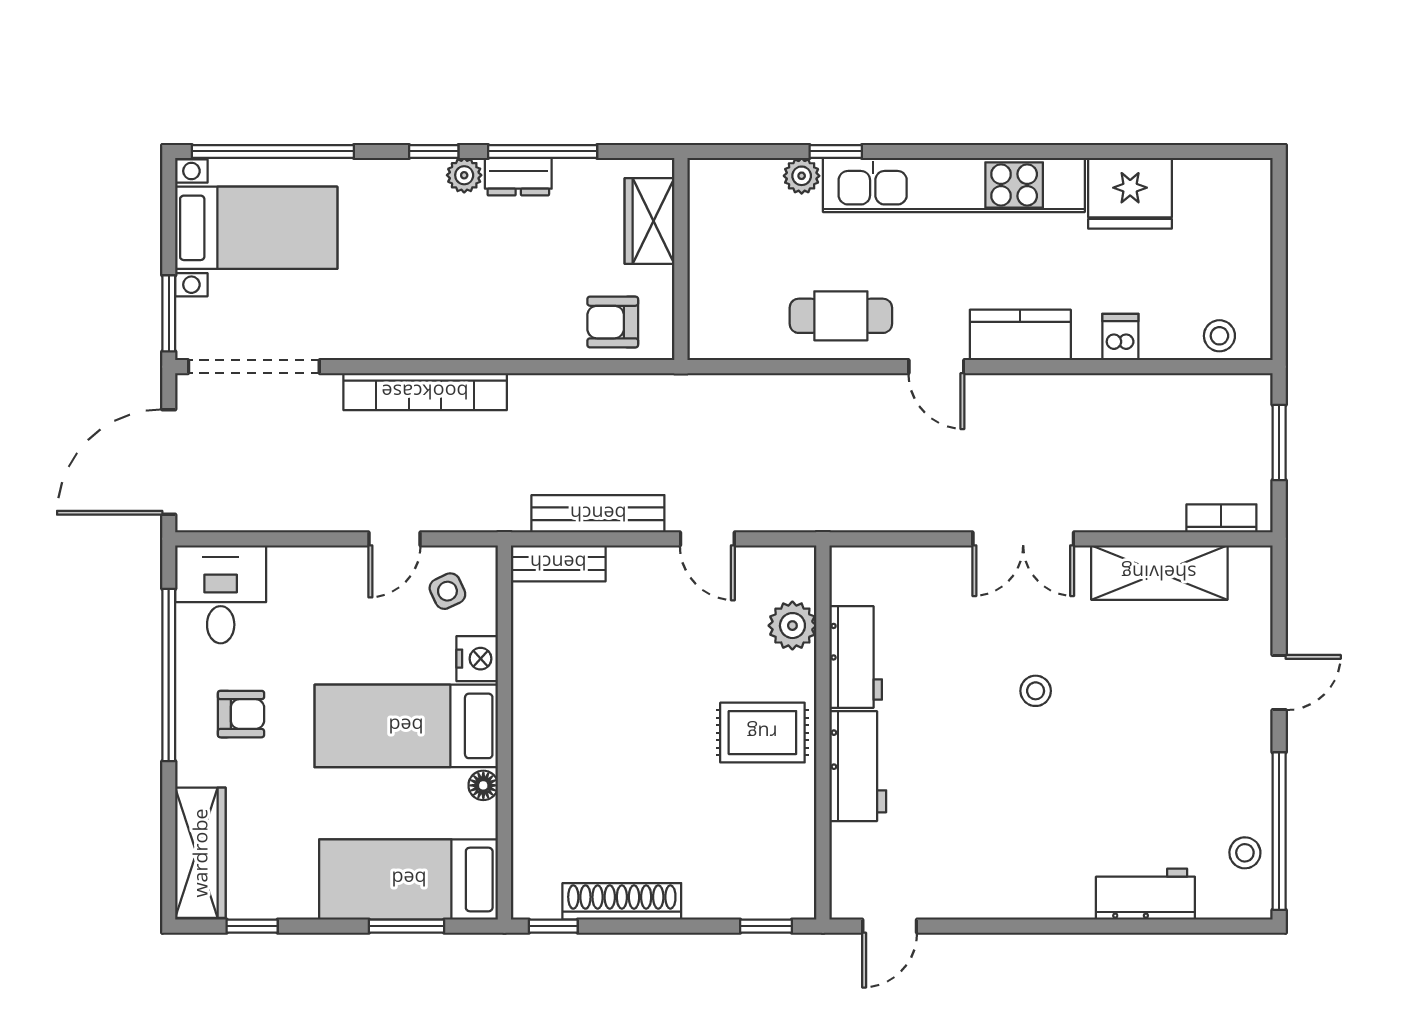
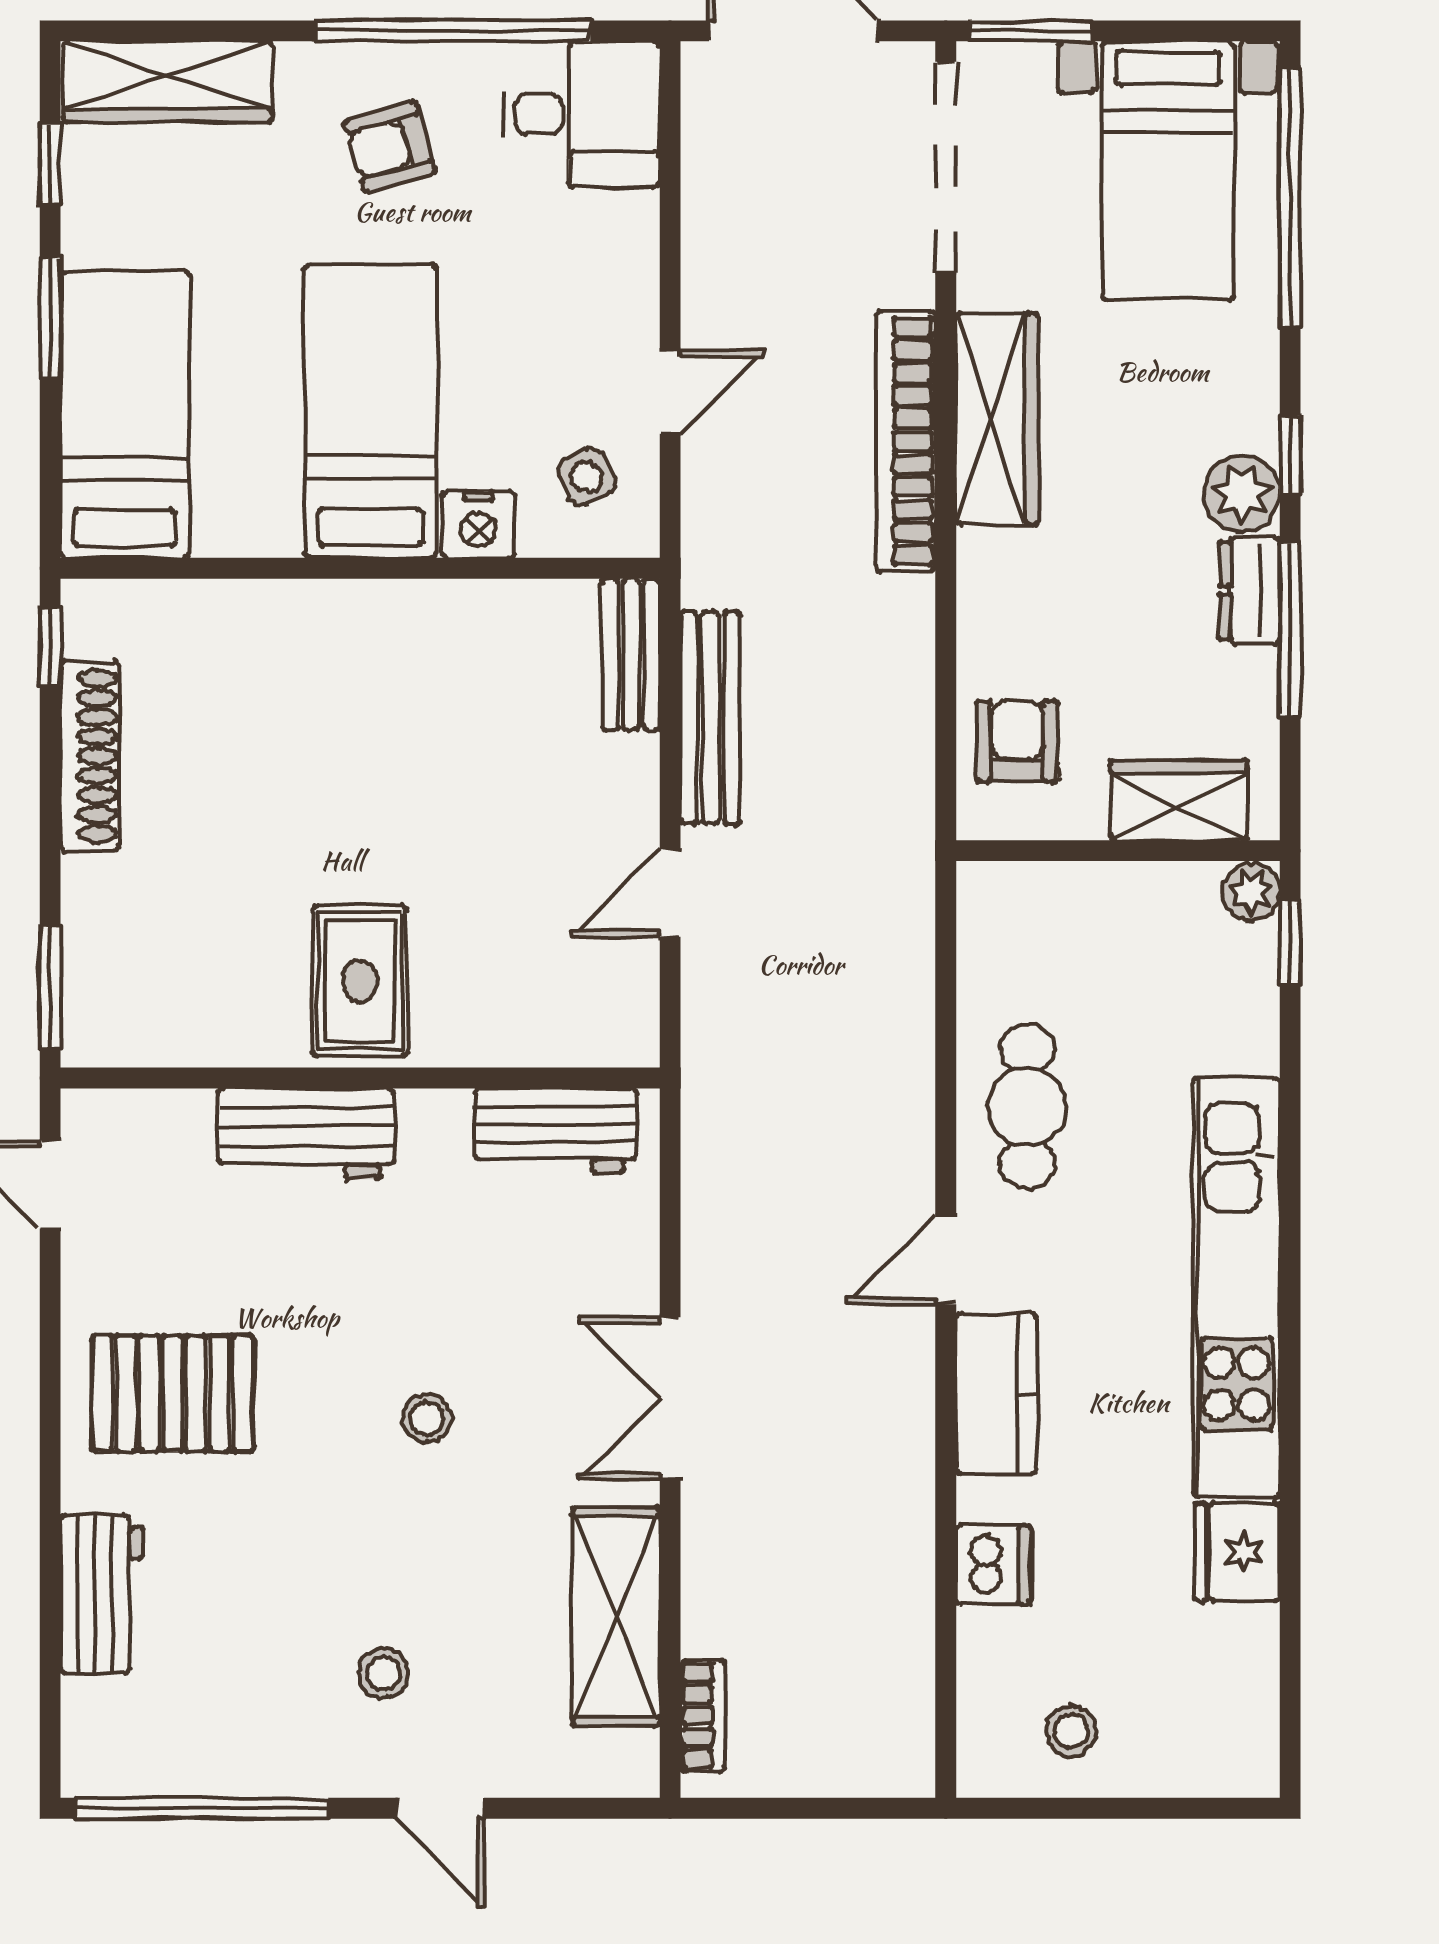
window: (836, 151) -> (1290, 942), moved
plant: (464, 175) -> (1242, 493), width x1.38, depth x1.38
plant: (802, 176) -> (1251, 892), moved
fridge: (1130, 193) -> (1237, 1552), width x0.73, depth x0.75
wardrobe: (411, 335) -> (997, 419), added
stool: (1219, 336) -> (1071, 1731), moved
dishwasher: (1120, 337) -> (993, 1565), width x1.38
window: (1279, 442) -> (824, 1808), removed
door: (395, 539) -> (670, 392), swing flipped
plant: (792, 626) -> (531, 1029), removed
workbench: (856, 657) -> (556, 1130), moved
armchair: (241, 714) -> (390, 146), turned 74
floor lamp: (483, 785) -> (275, 534), removed
pallet: (1020, 850) -> (173, 1393), added
stool: (1245, 853) -> (383, 1673), moved
window: (406, 926) -> (50, 317), moved
window: (766, 926) -> (50, 987), width x1.50

